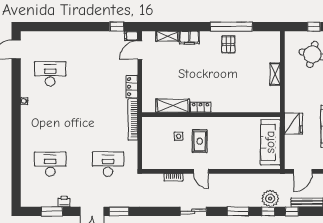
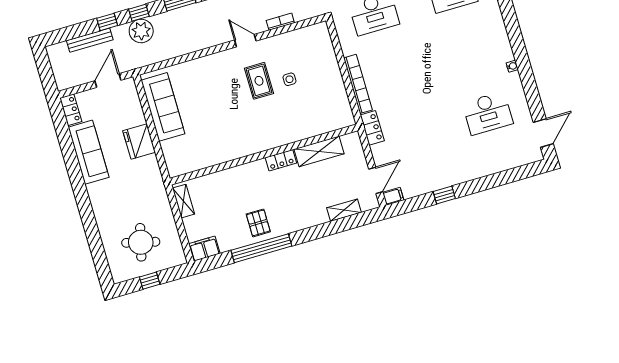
window: (117, 27) -> (444, 195), moved
filing cabinet: (189, 38) -> (204, 249), moved
shelving: (173, 106) -> (319, 151), moved
locker: (201, 107) -> (281, 160), moved
wall: (211, 115) -> (264, 154), moved

